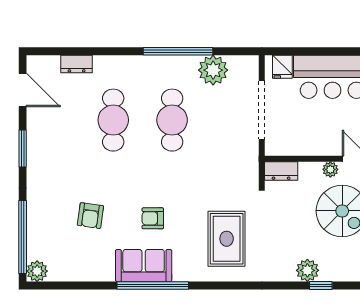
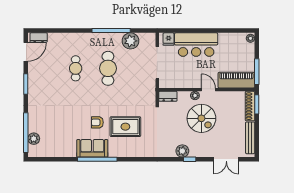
dresser: (77, 64) -> (39, 38), moved
door: (23, 90) -> (26, 52), hinge flipped
cafe table: (113, 120) -> (76, 68), width x0.73, depth x0.74
armchair: (90, 216) -> (63, 121), removed
rug: (227, 239) -> (125, 127), moved, turned 90
plant: (37, 271) -> (34, 139), moved

